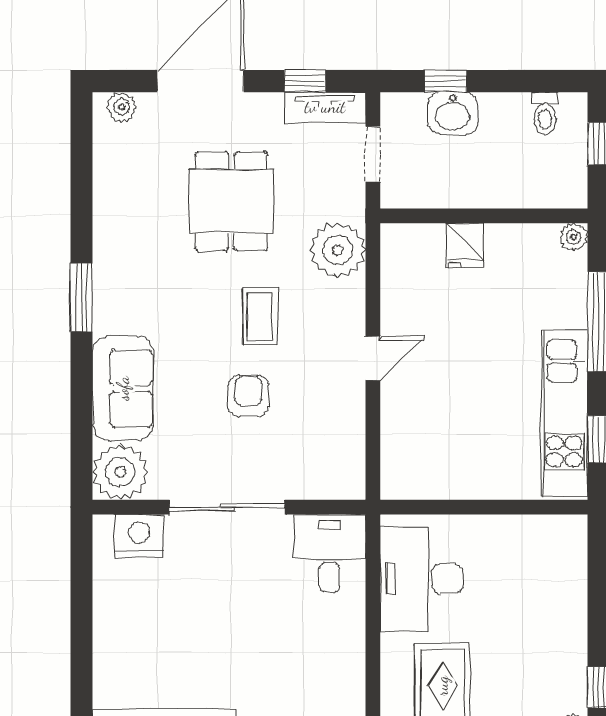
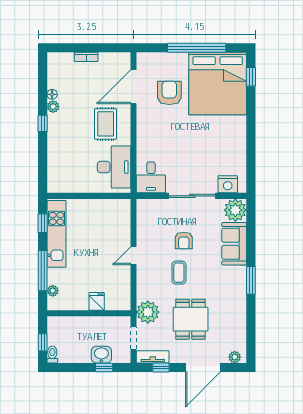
toilet: (545, 113) -> (52, 355), moved
plant: (574, 237) -> (53, 291), moved
plant: (338, 250) -> (148, 312), moved

